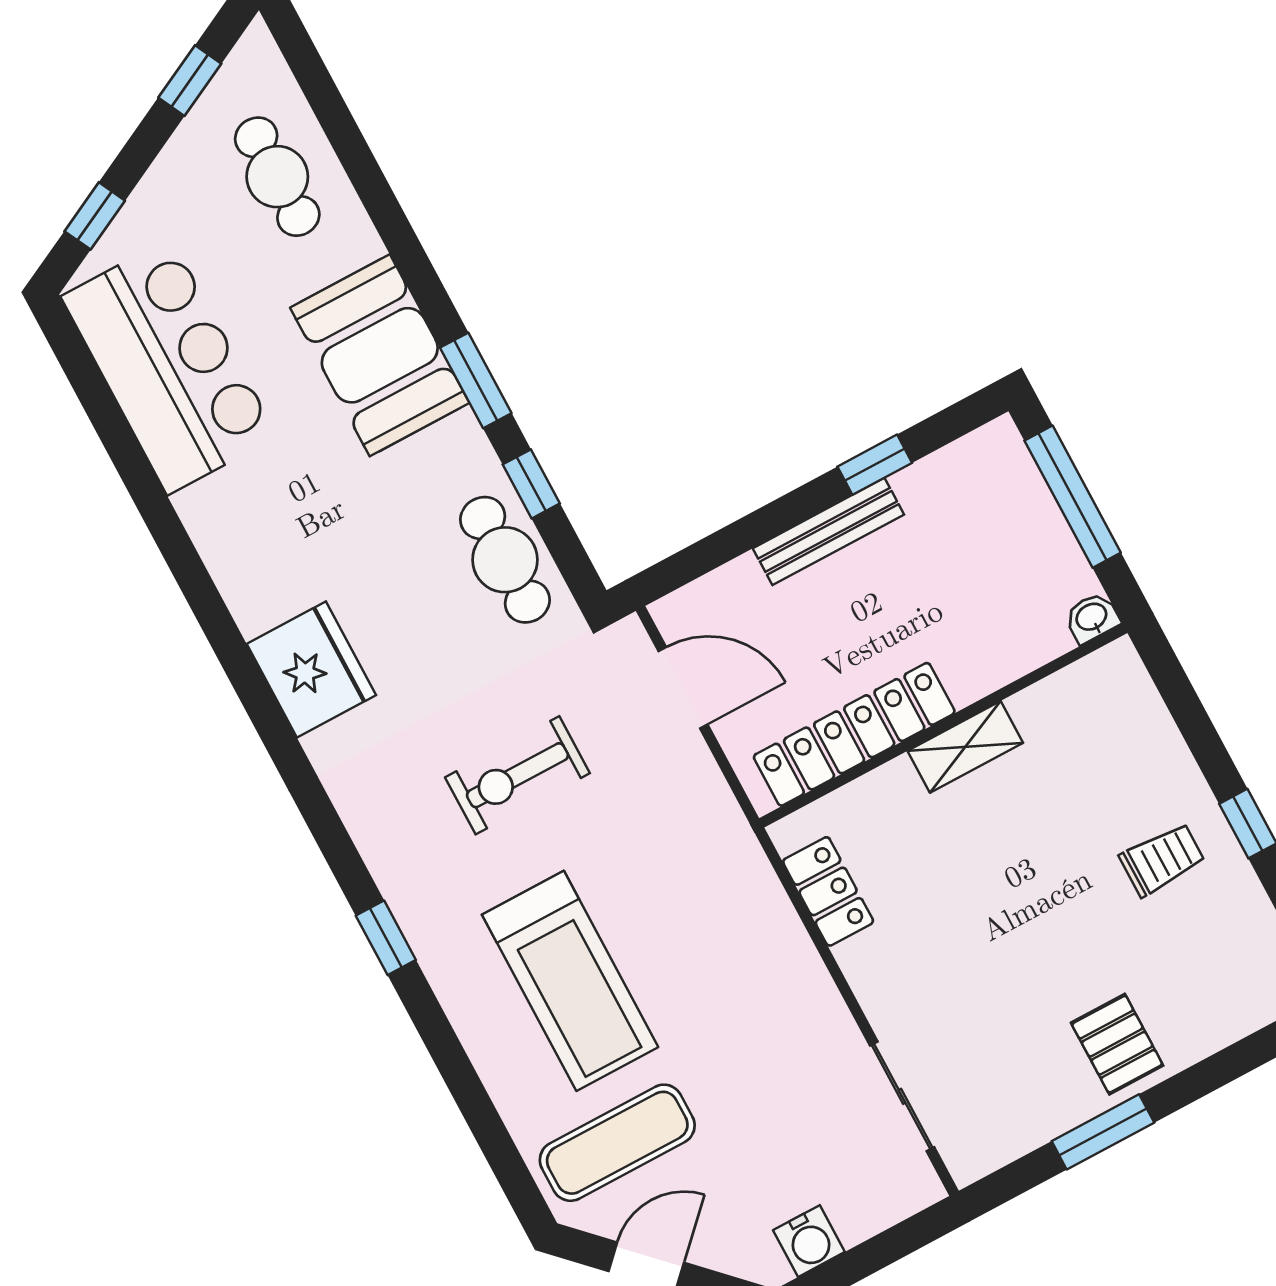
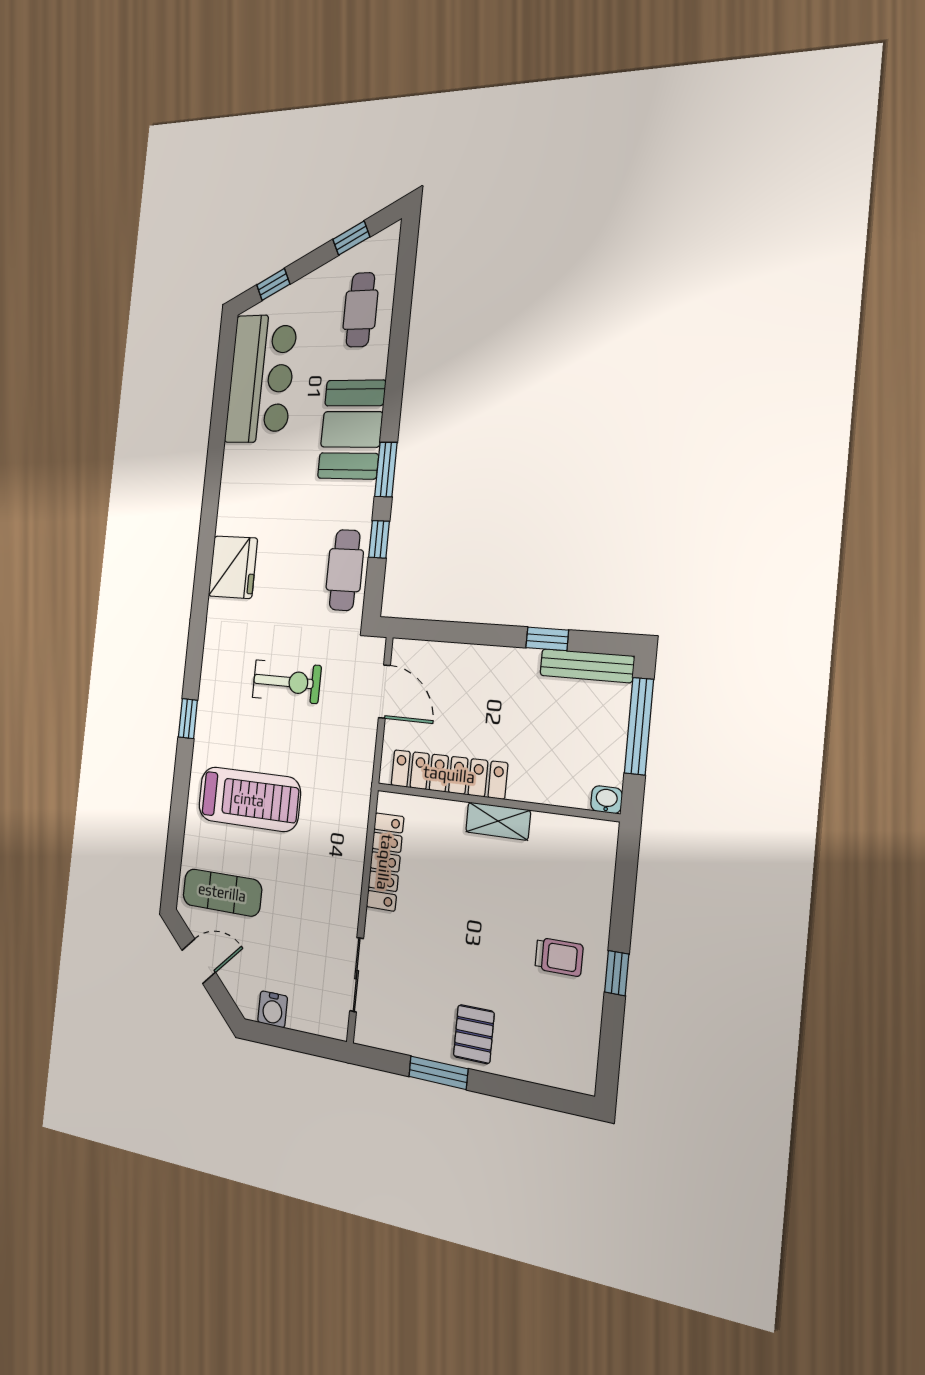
bench: (828, 531) -> (587, 666), moved
exercise bike: (517, 775) -> (287, 682), turned 180
locker: (828, 891) -> (385, 862), width x1.53
treadmill: (570, 981) -> (249, 799), turned -90

